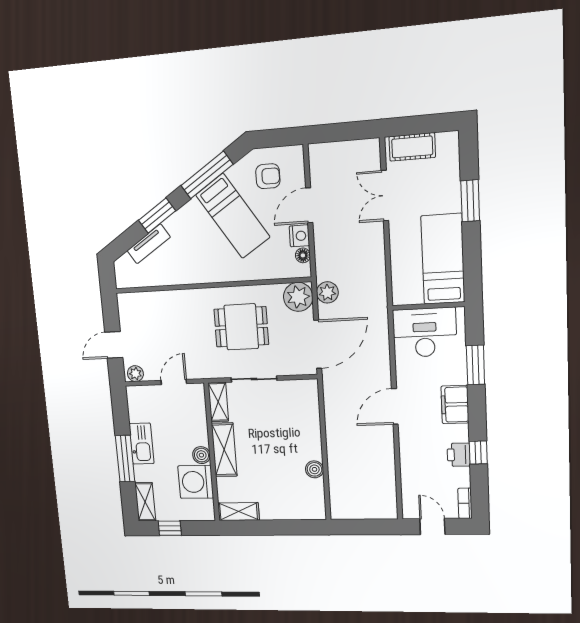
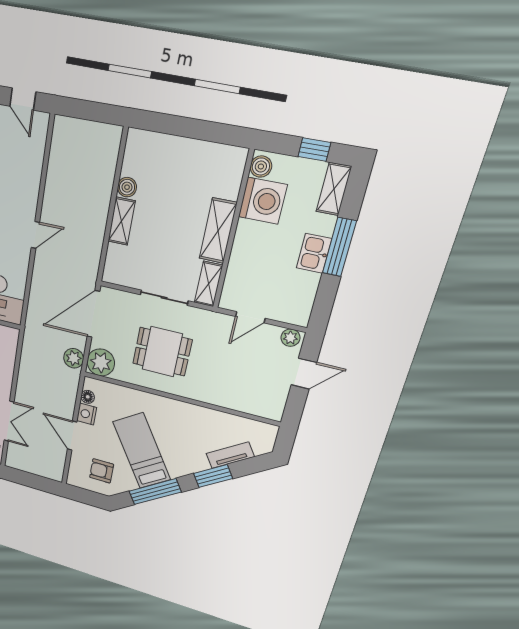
door: (309, 205) -> (72, 436), swing flipped
door: (395, 406) -> (35, 235), width x0.73
kitchen sink: (141, 444) -> (314, 253), width x0.73
boiler: (201, 455) -> (261, 167), moved
shelving: (238, 512) -> (121, 221), moved, turned 90

